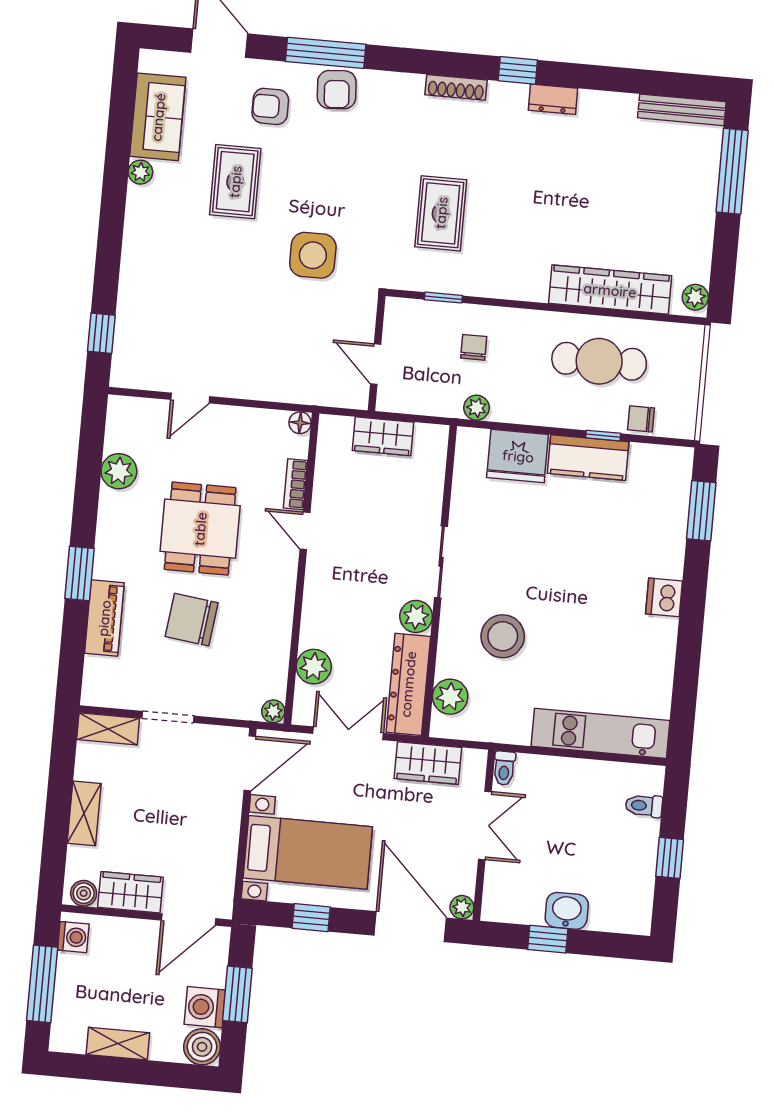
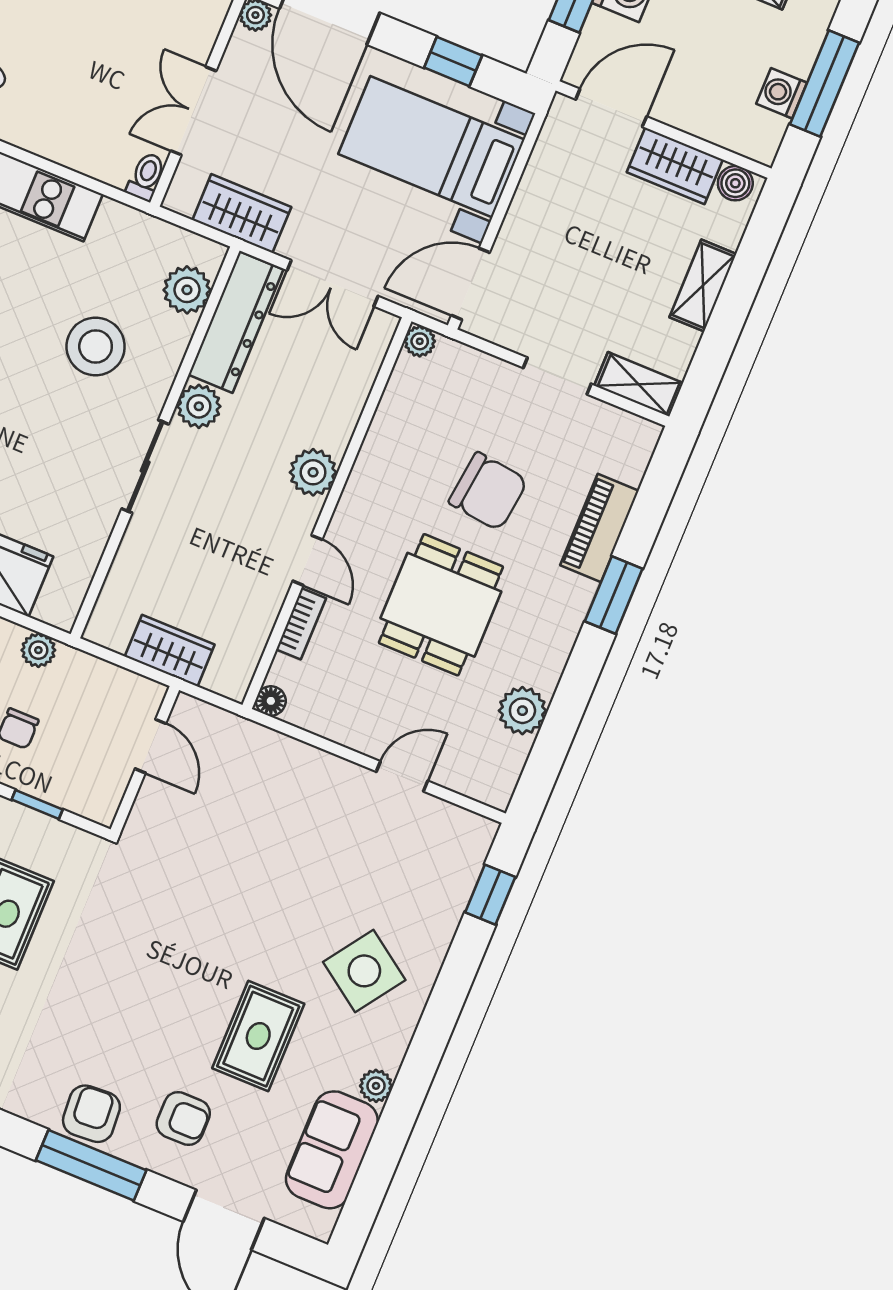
side table: (313, 255) -> (364, 971), moved, turned 35
plant: (314, 667) -> (313, 472), moved
washing machine: (73, 937) -> (782, 93), moved

